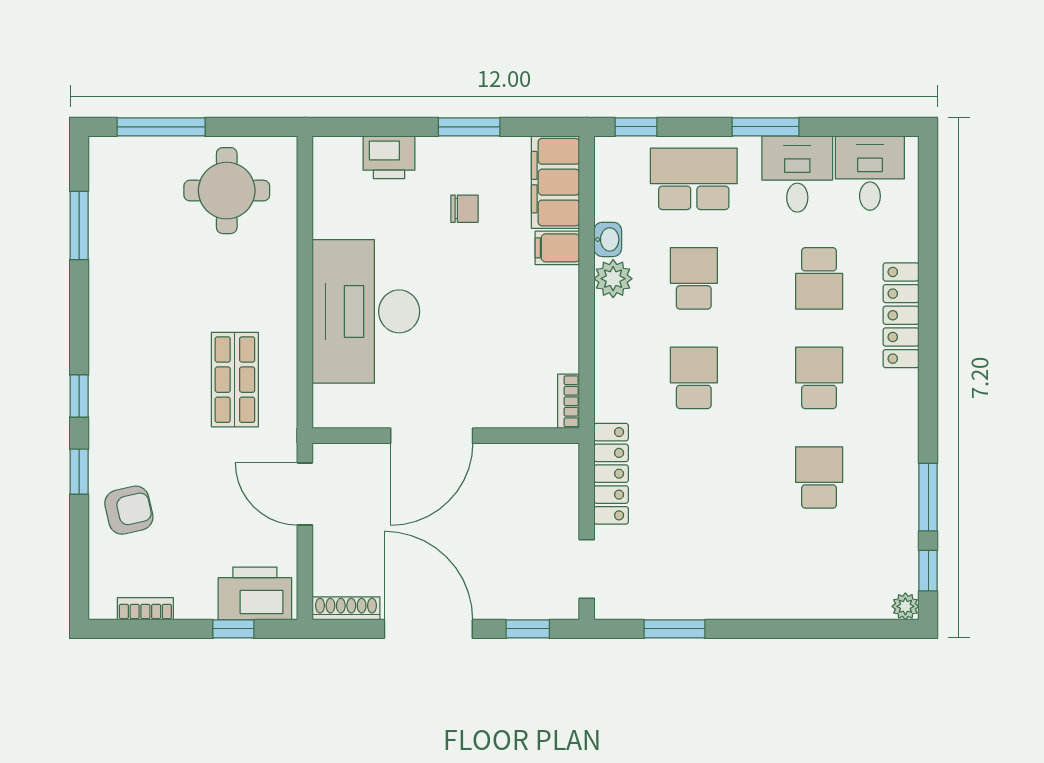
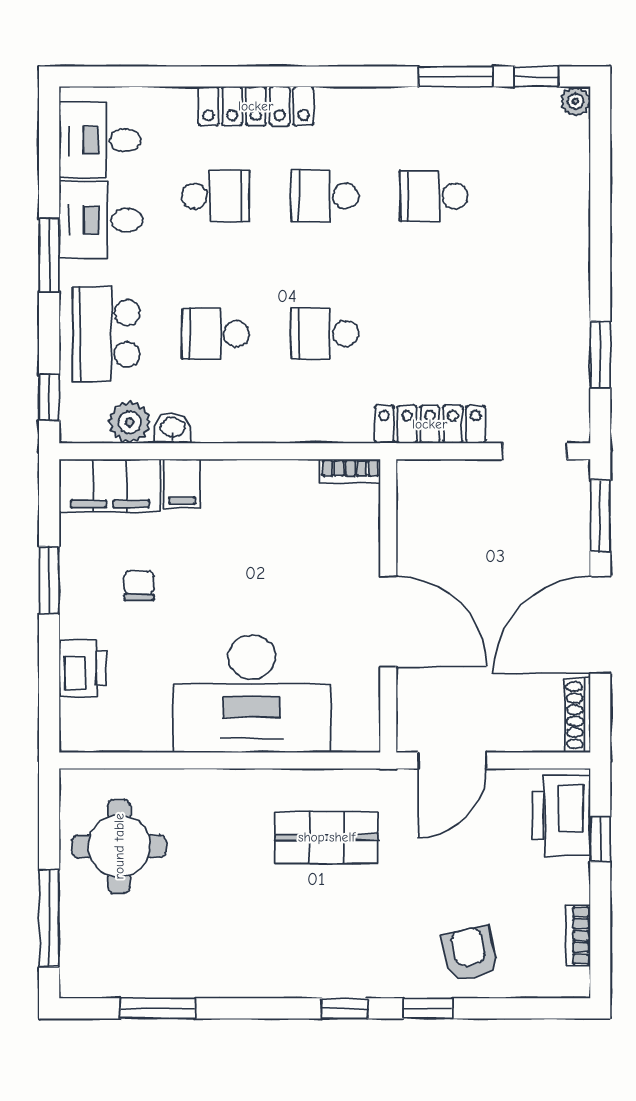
plant: (613, 279) -> (130, 422), moved
window: (528, 629) -> (600, 516), width x1.50

